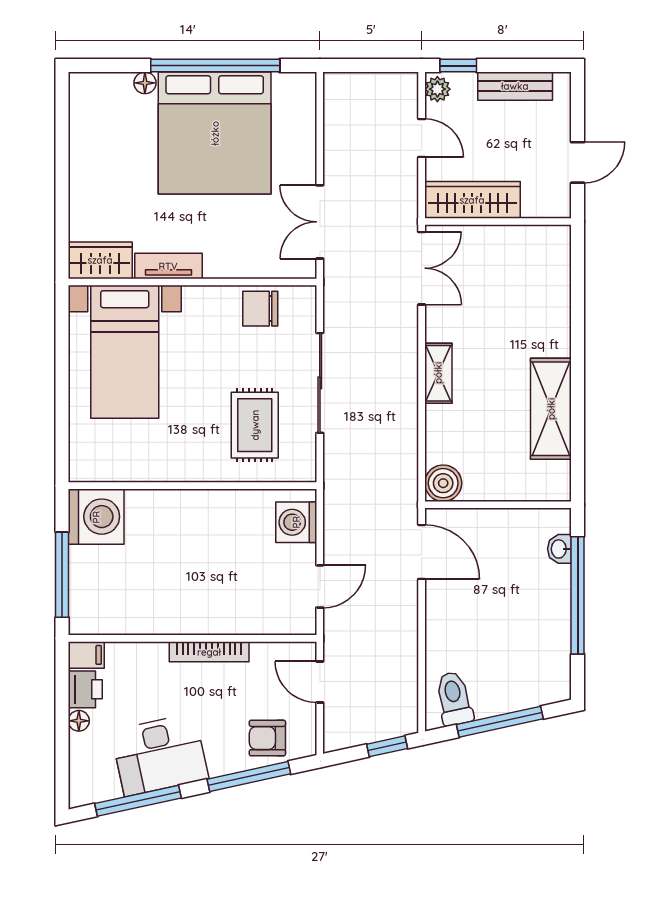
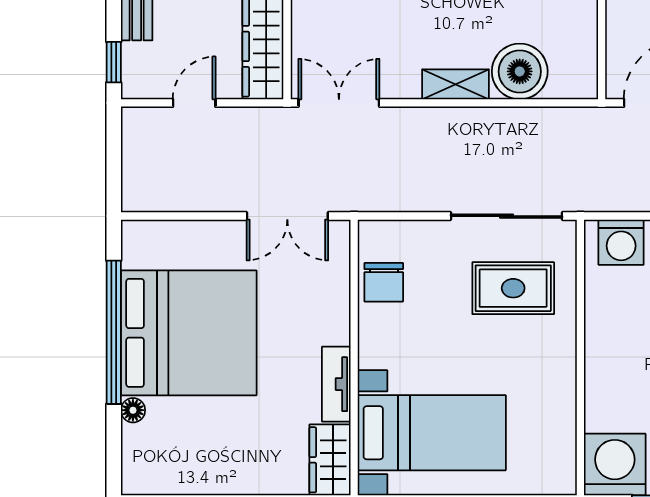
plant: (437, 89) -> (140, 85), removed
sliding door: (320, 383) -> (507, 216), moved
boiler: (443, 483) -> (520, 71), moved, width x1.37, depth x1.37

